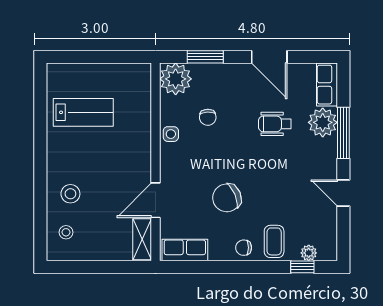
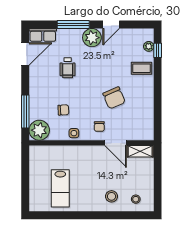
window: (205, 57) -> (25, 112), width x1.44
door: (269, 57) -> (25, 54), moved
lab bench: (83, 112) -> (60, 188), turned 180
plant: (323, 122) -> (92, 38), moved
chair: (244, 248) -> (99, 126), moved
row of seats: (185, 250) -> (147, 124), removed

